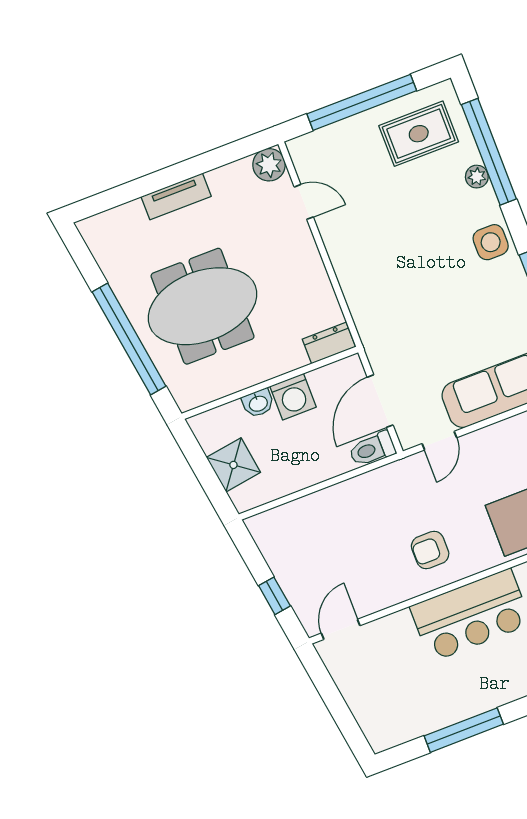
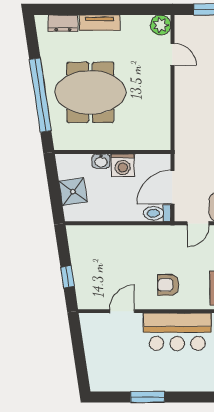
dresser: (329, 343) -> (63, 23), moved, turned 180
door: (341, 629) -> (122, 311), moved
window: (464, 730) -> (148, 397), width x0.69

